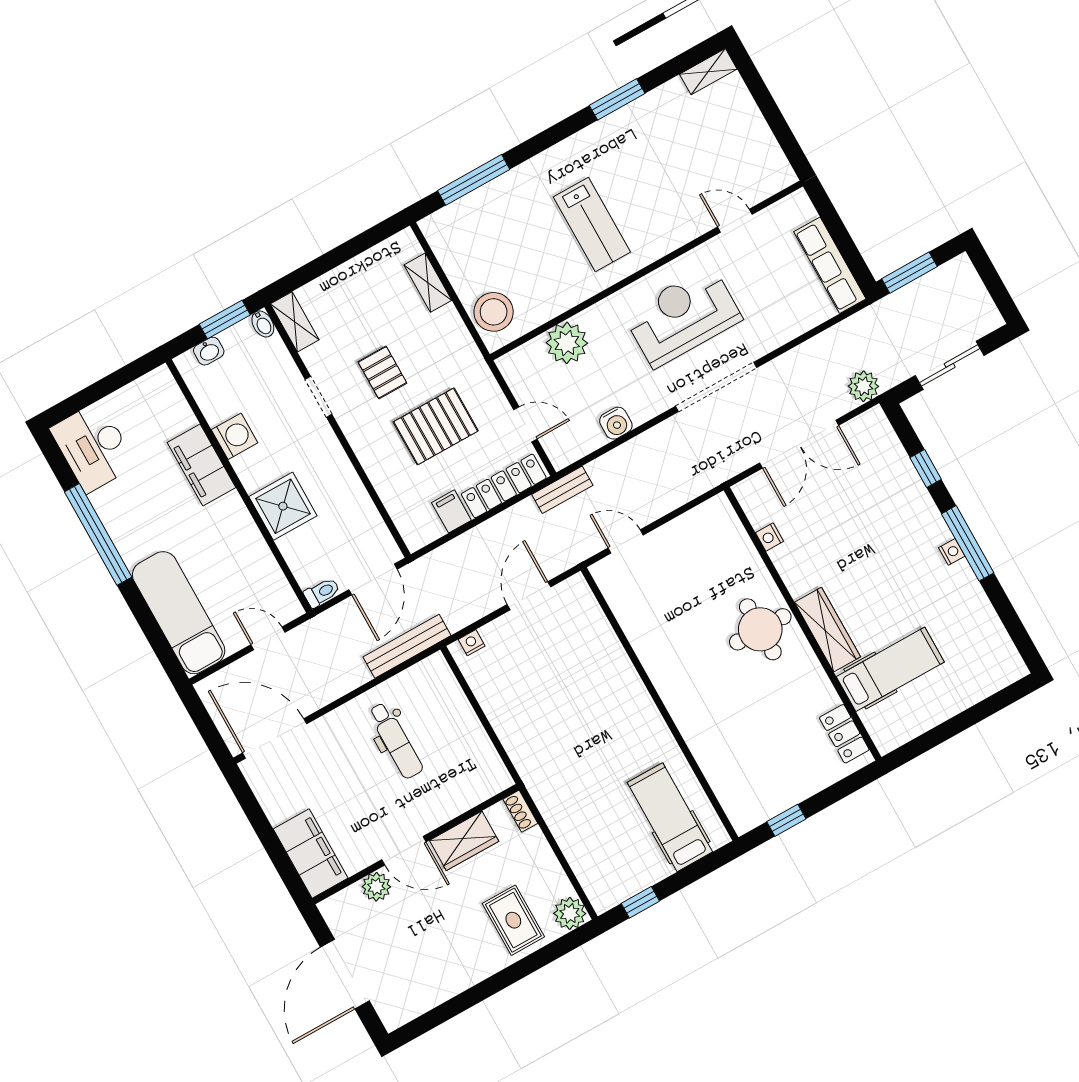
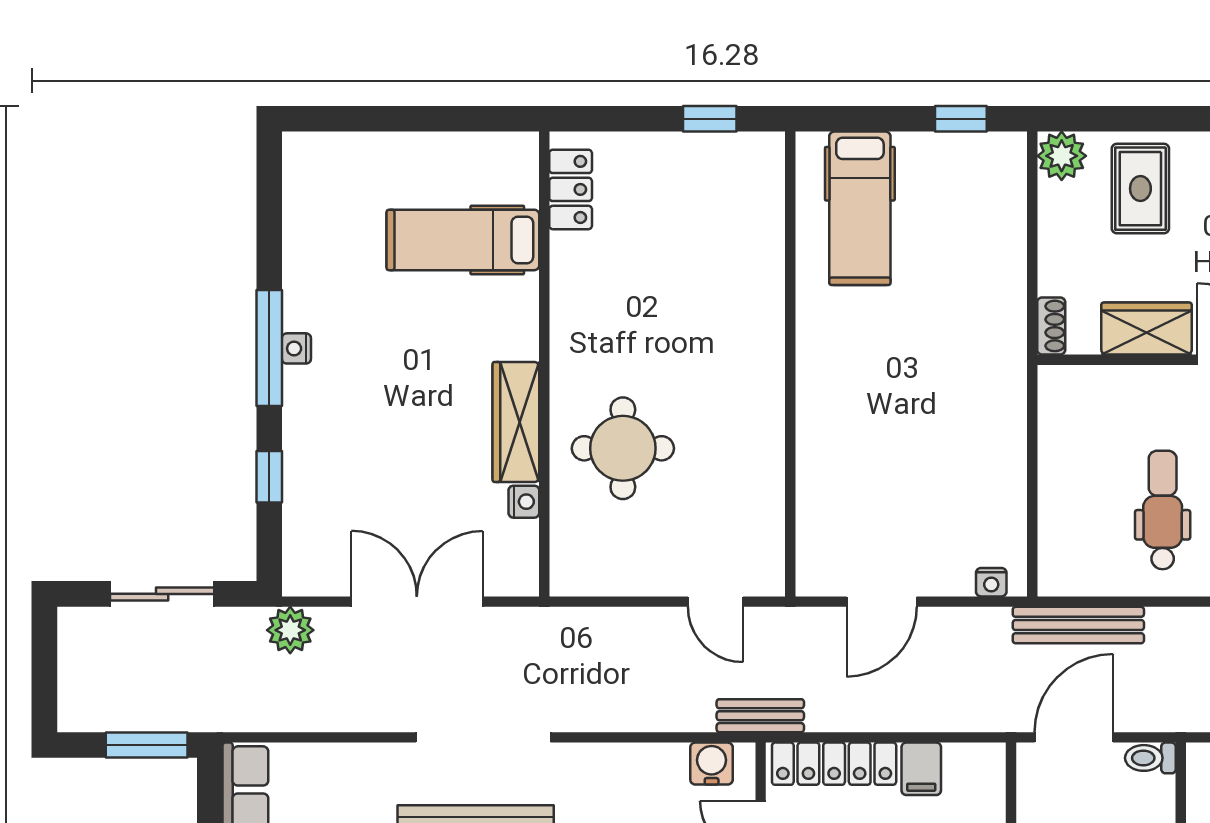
water cooler: (616, 423) -> (712, 764), moved
round table: (760, 629) -> (623, 448), moved
wardrobe: (828, 630) -> (516, 422), moved

